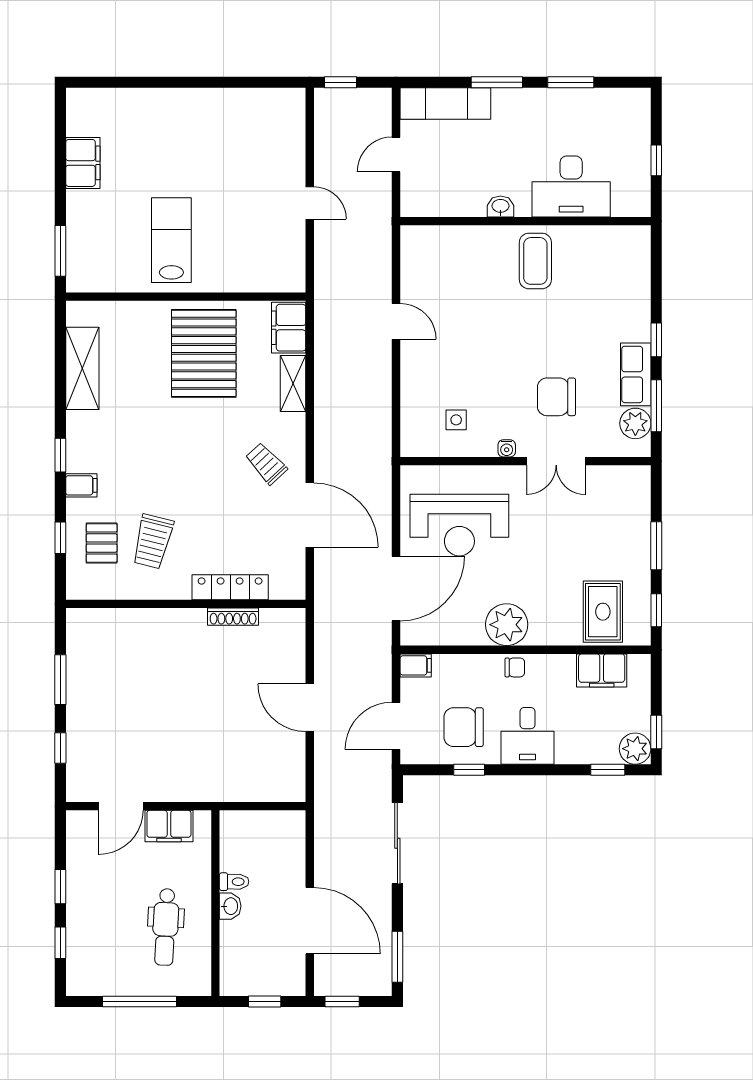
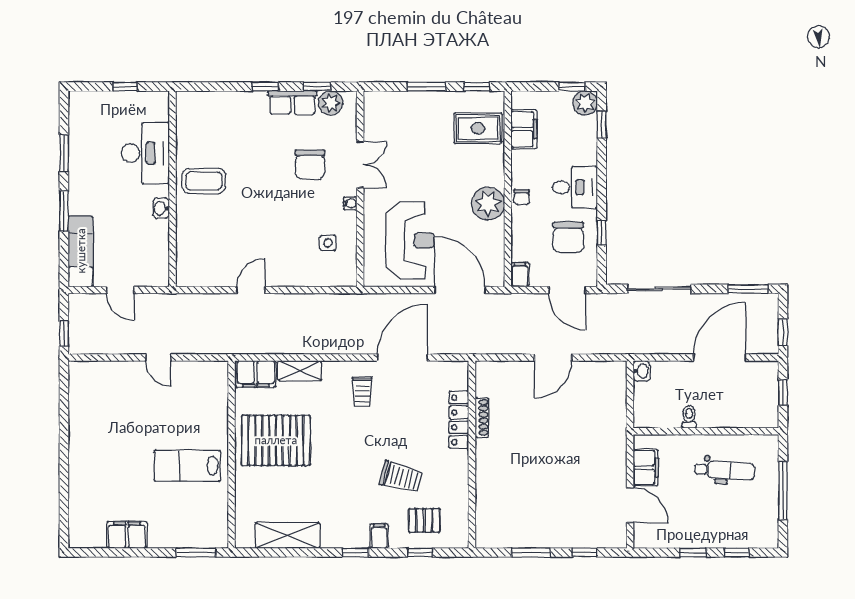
door: (310, 203) -> (158, 357), swing flipped
window: (656, 406) -> (317, 87), width x0.67
trolley: (266, 464) -> (362, 392), turned -47
trolley: (153, 541) -> (401, 477), moved
chair: (515, 667) -> (522, 197), turned 180
washbasin: (230, 906) -> (642, 371), moved, turned 90

